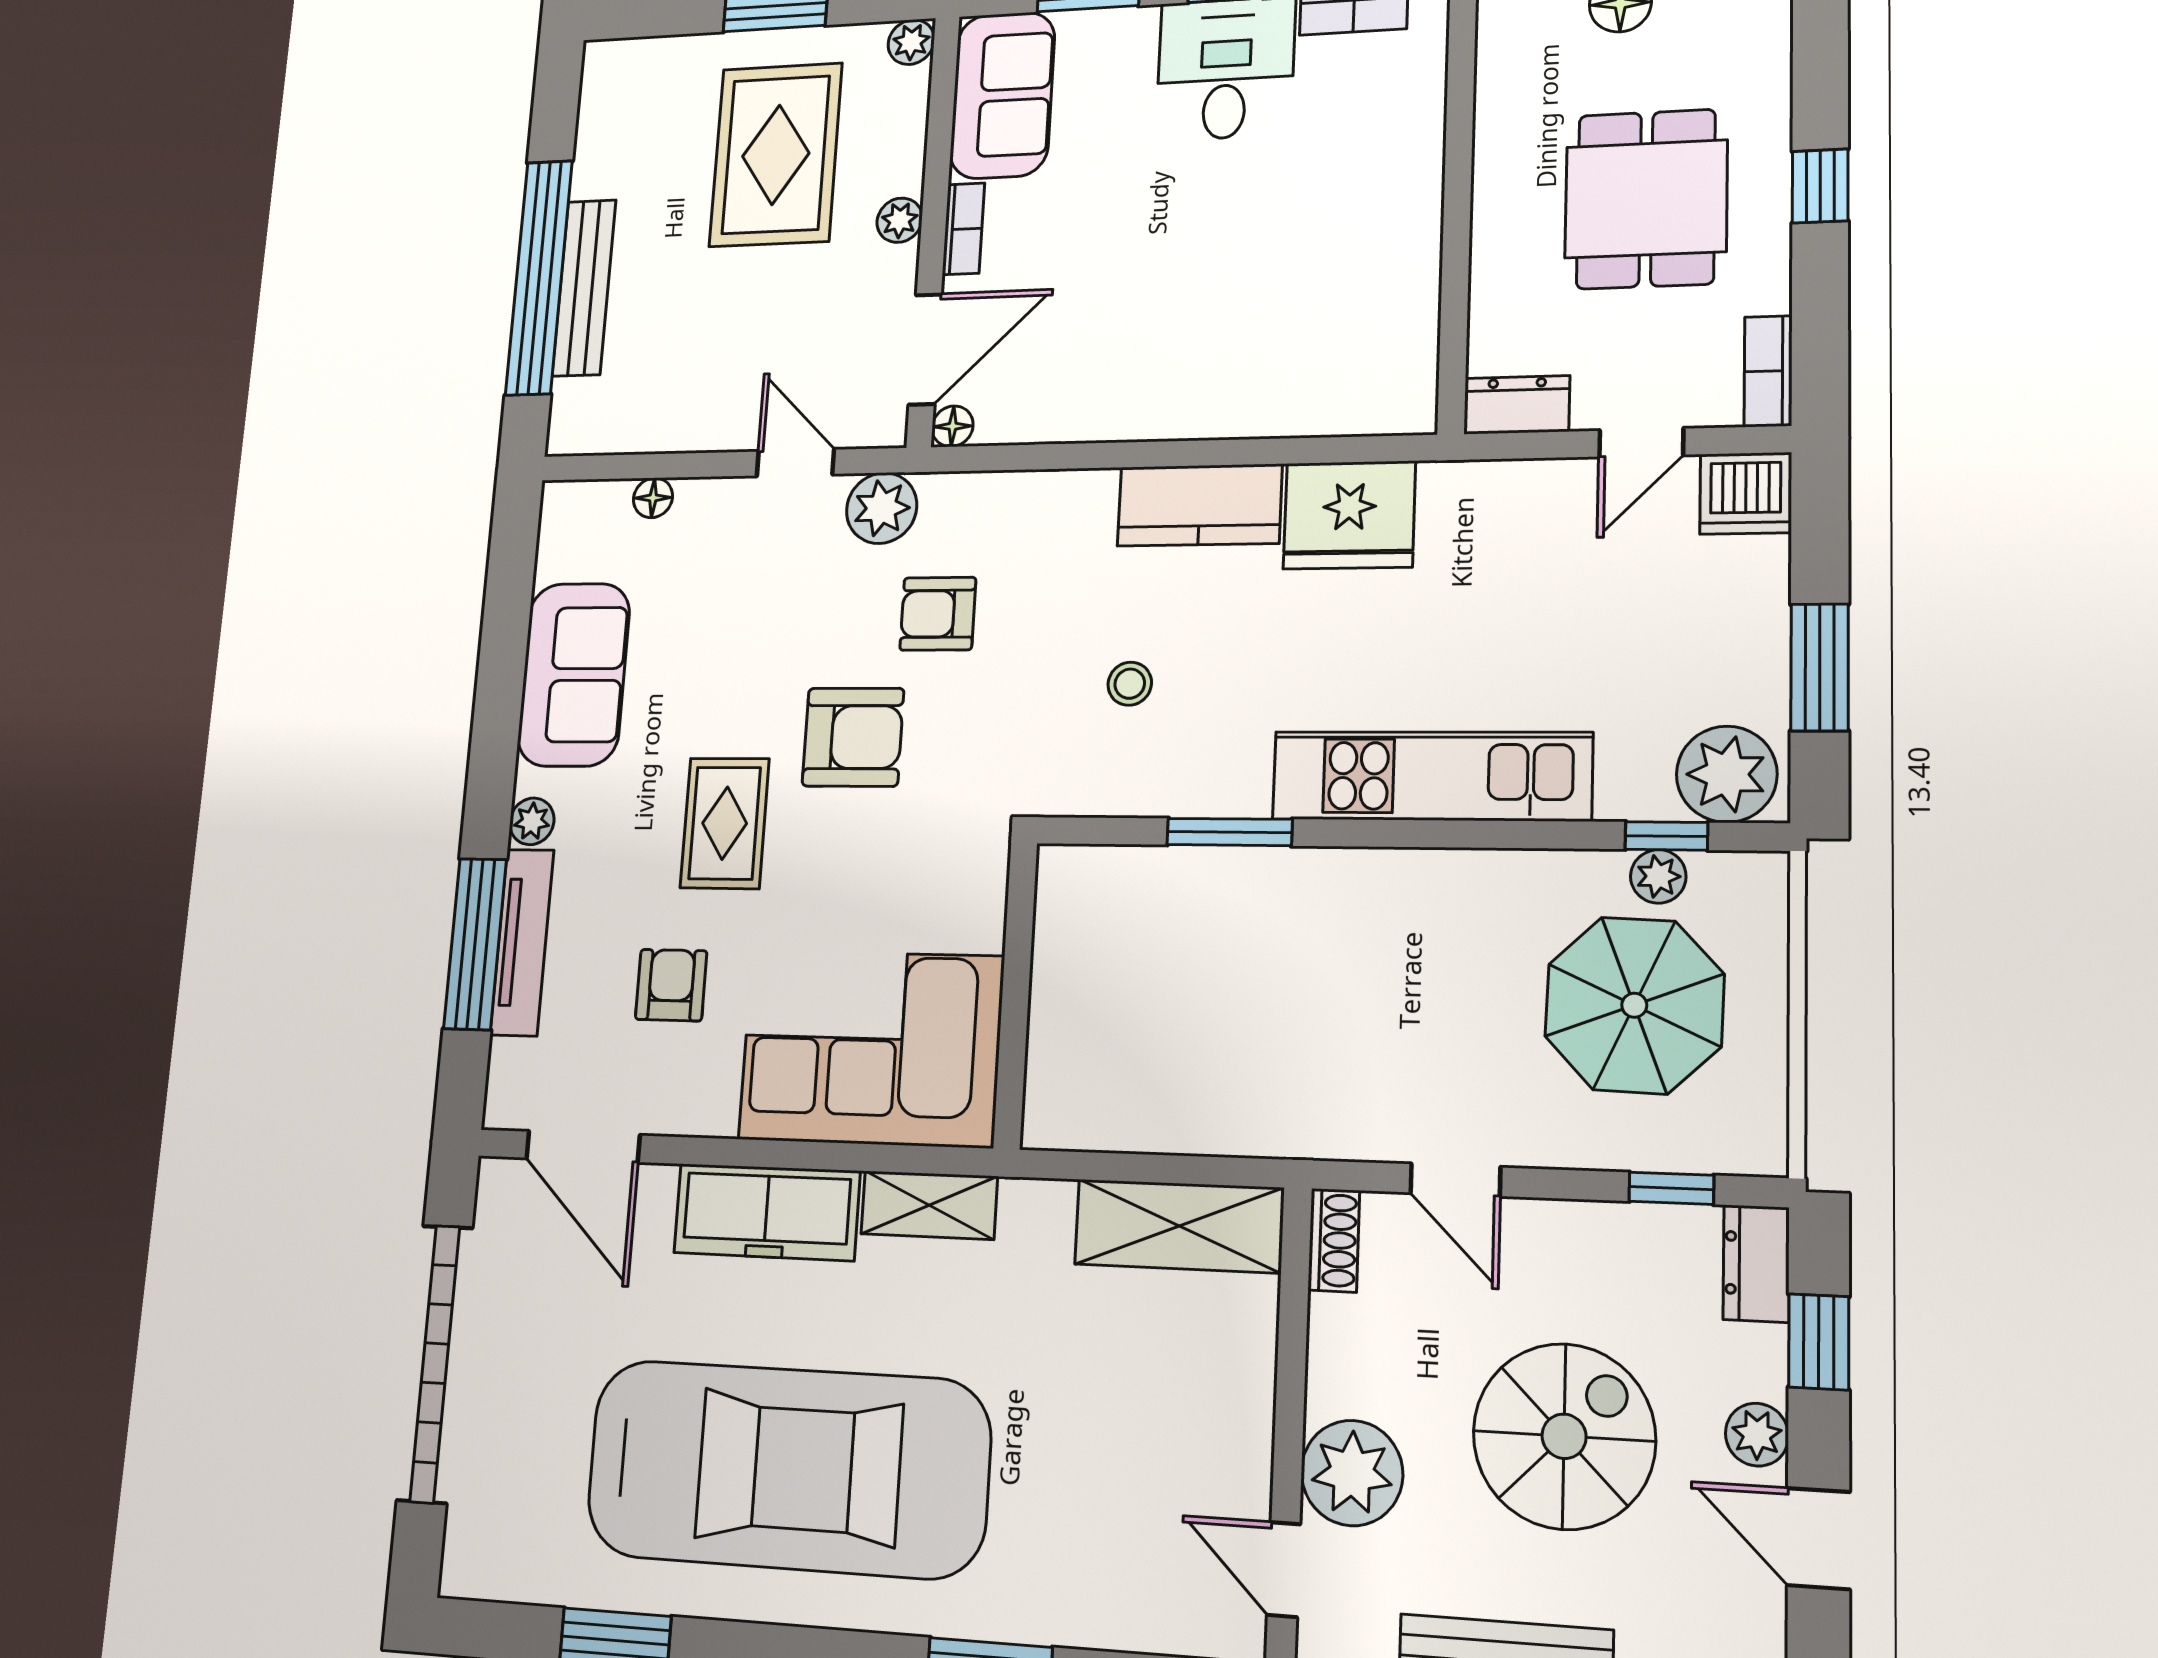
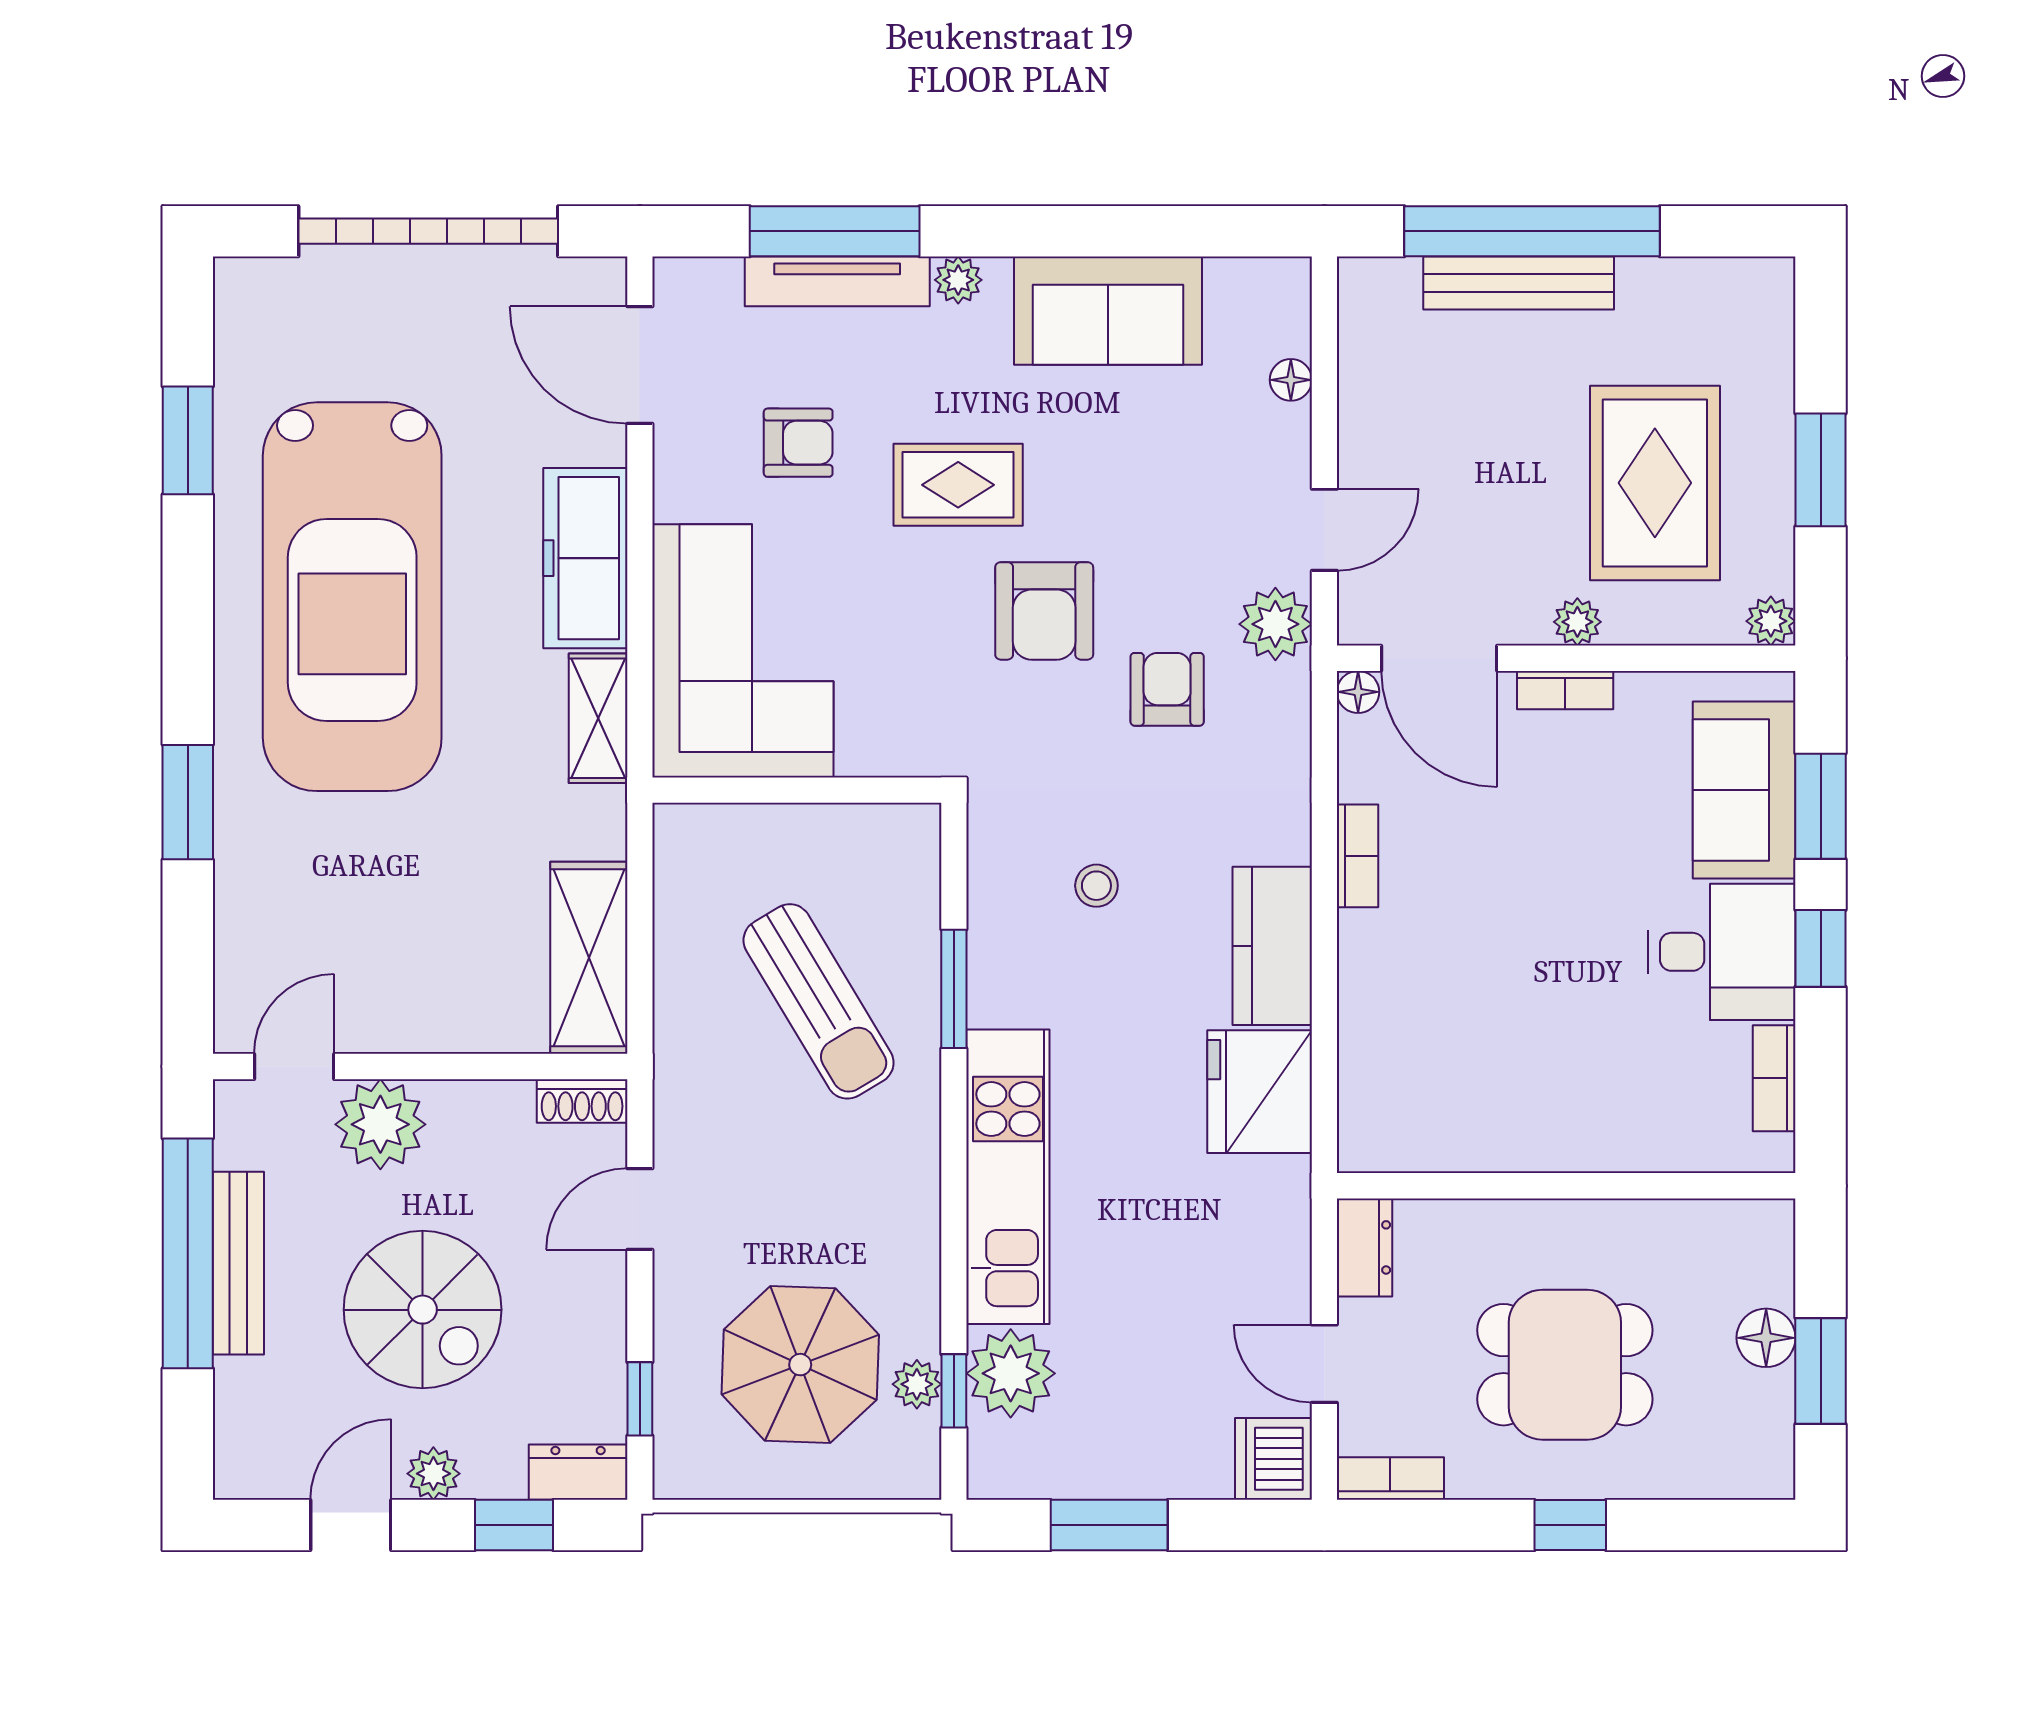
sofa: (1002, 95) -> (1744, 790), moved, turned 90
rug: (776, 155) -> (1655, 483), turned 90
bookcase: (1113, 423) -> (1358, 856), added
plant: (1727, 774) -> (1011, 1373), moved
sun lounger: (1236, 976) -> (819, 1001), added
door: (583, 1147) -> (640, 365), hinge flipped

